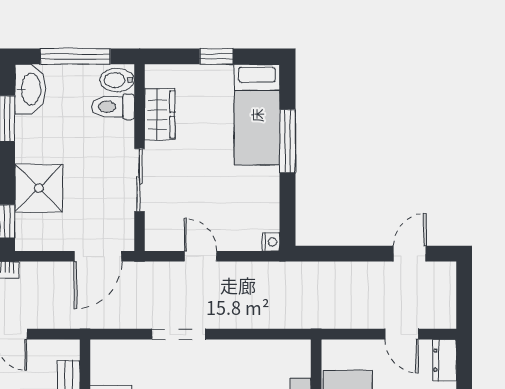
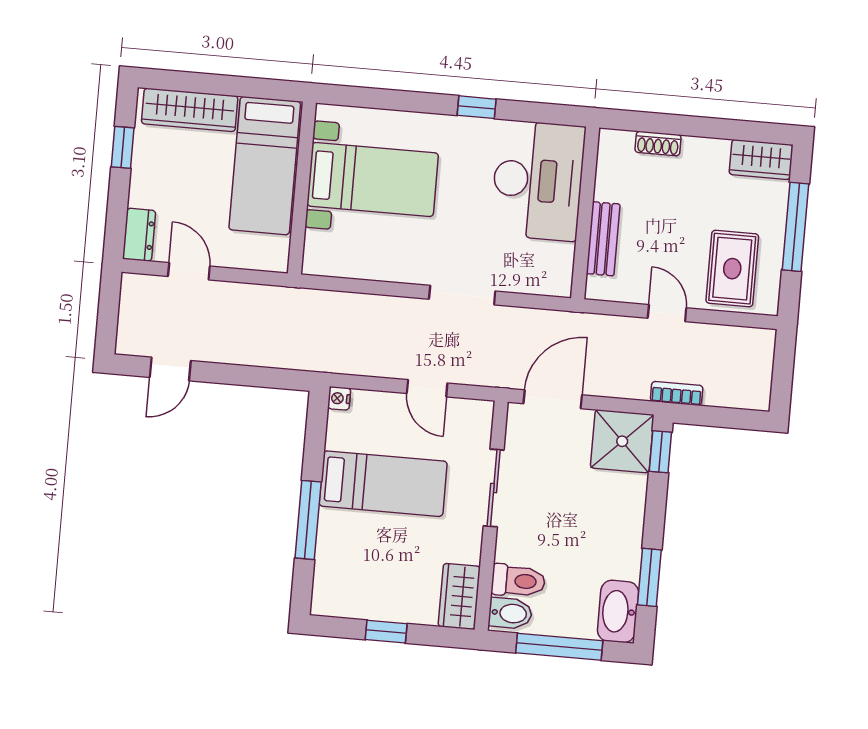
wardrobe: (160, 114) -> (459, 596), moved
bed: (257, 115) -> (383, 484), moved, turned 90
shower: (39, 188) -> (622, 441), moved

